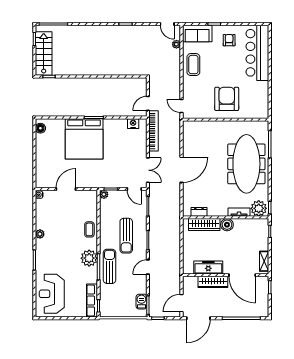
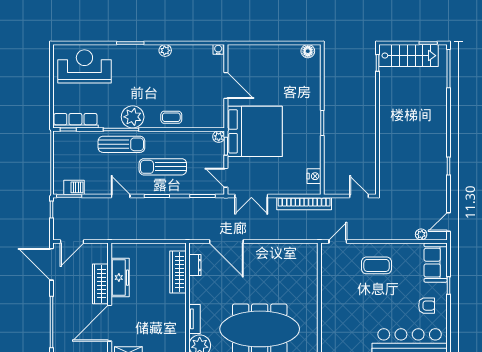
coffee table: (193, 65) -> (377, 265), moved
armchair: (227, 99) -> (347, 302), removed
door: (148, 103) -> (359, 196), moved
bed: (84, 139) -> (255, 131), moved, turned 180
door: (182, 170) -> (226, 241), moved
door: (134, 189) -> (226, 178), hinge flipped
boiler: (227, 225) -> (178, 303), removed
door: (182, 303) -> (72, 241), swing flipped

